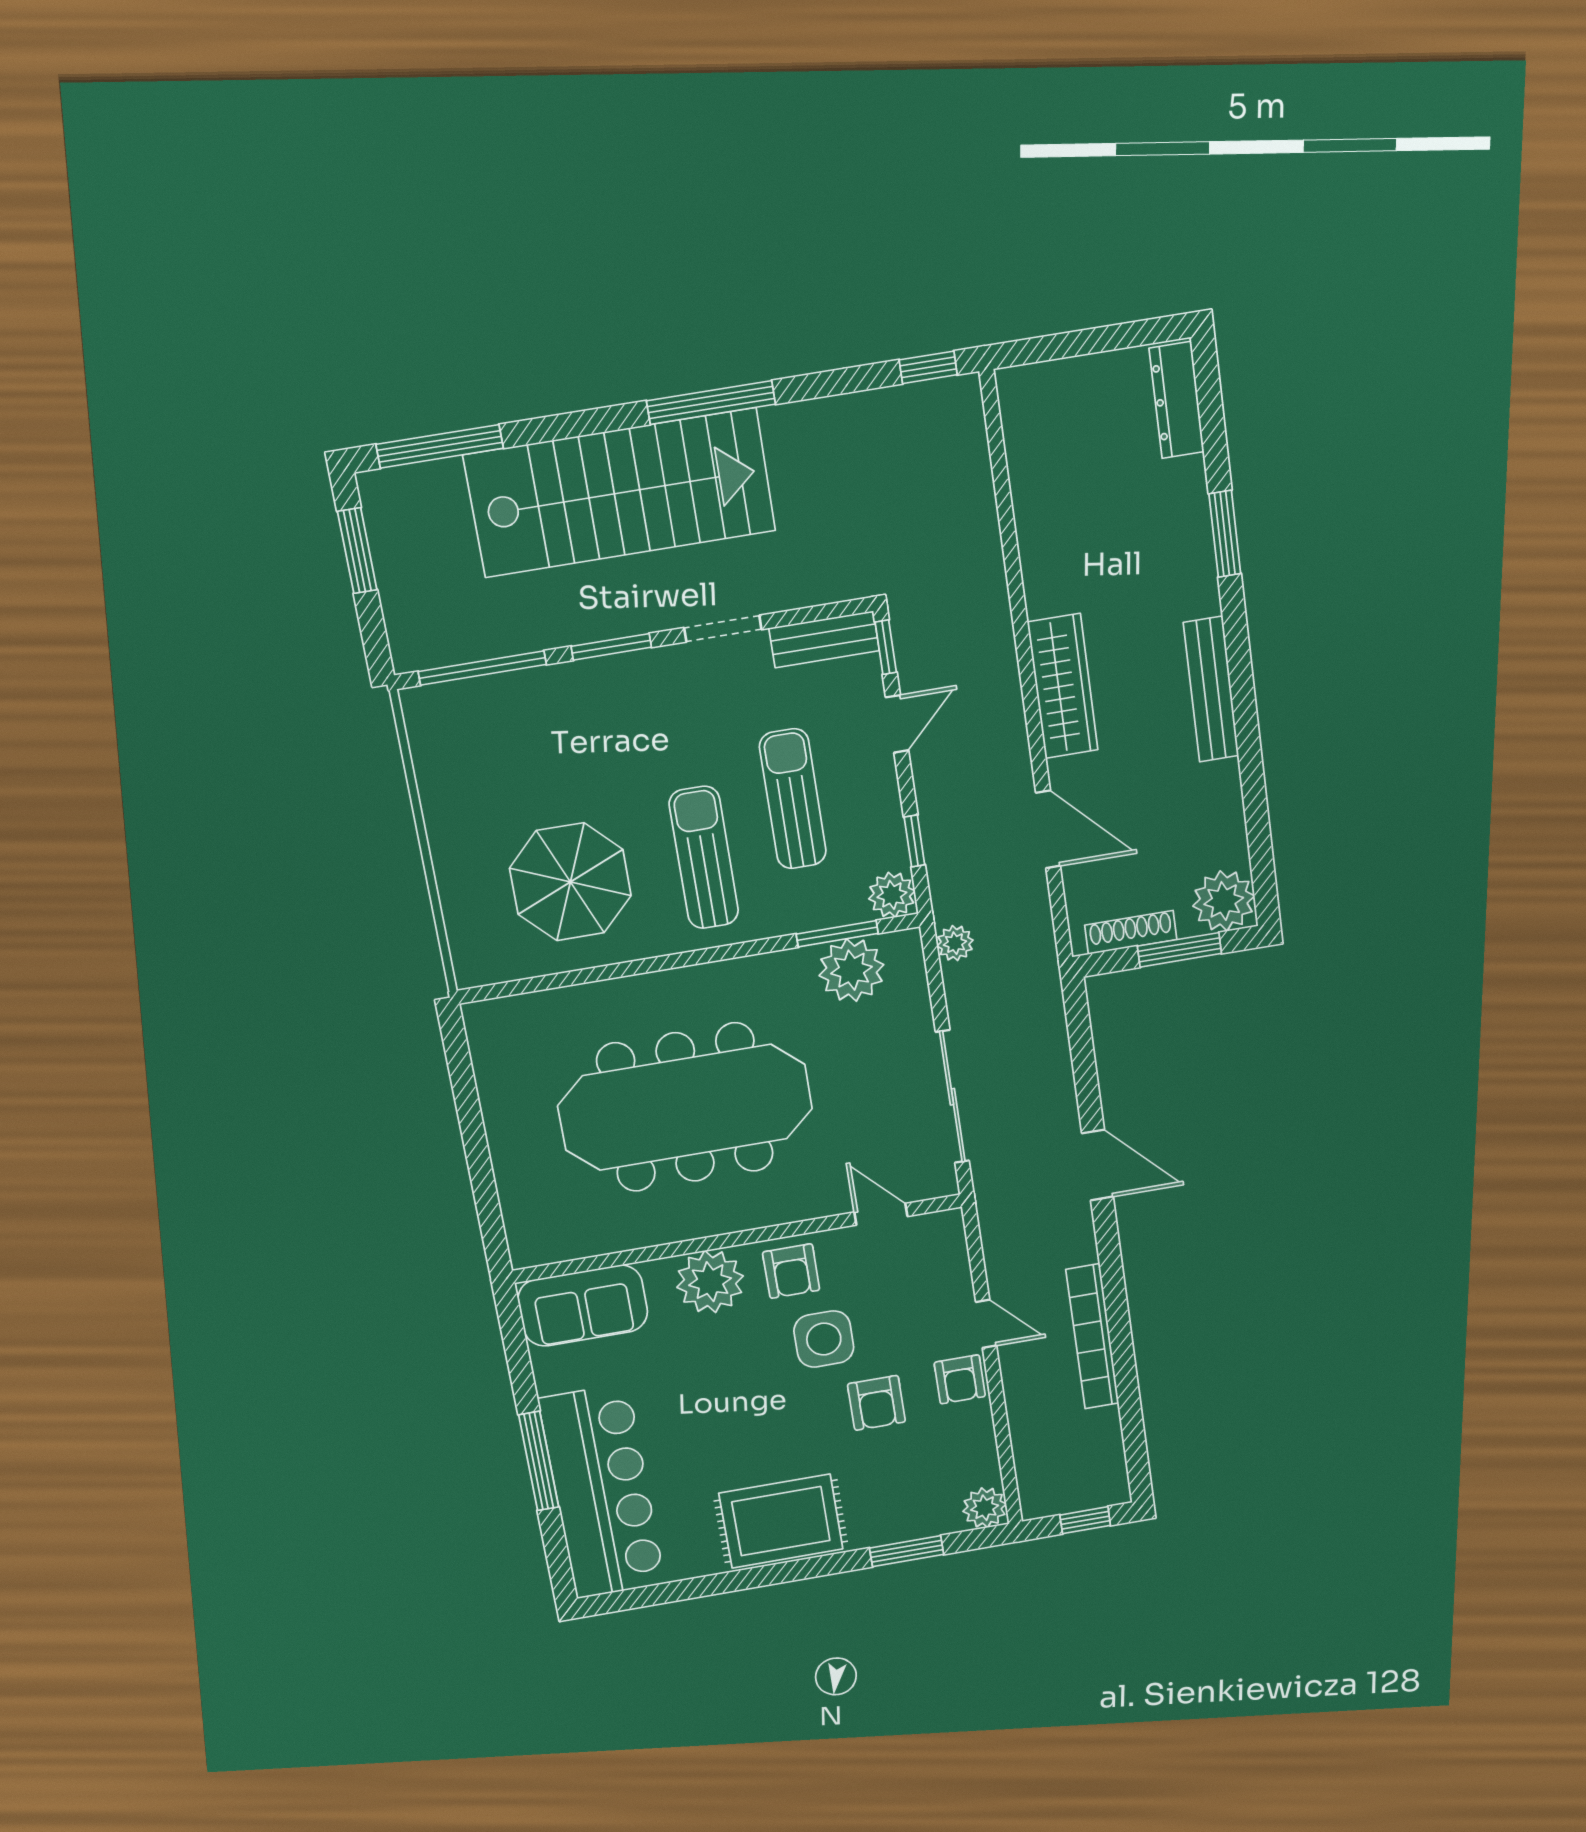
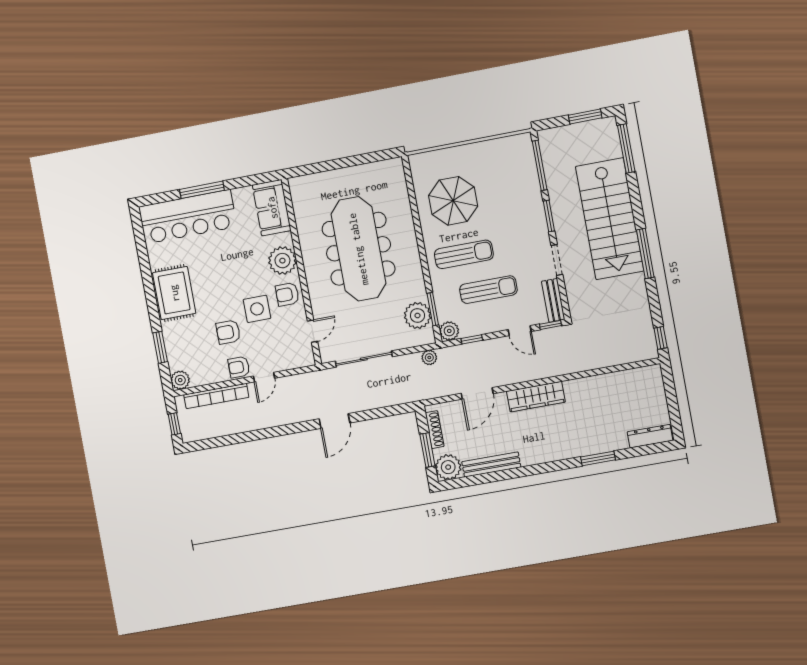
bench: (1211, 689) -> (491, 464), moved
bookcase: (1092, 1337) -> (216, 396), moved, turned 180

